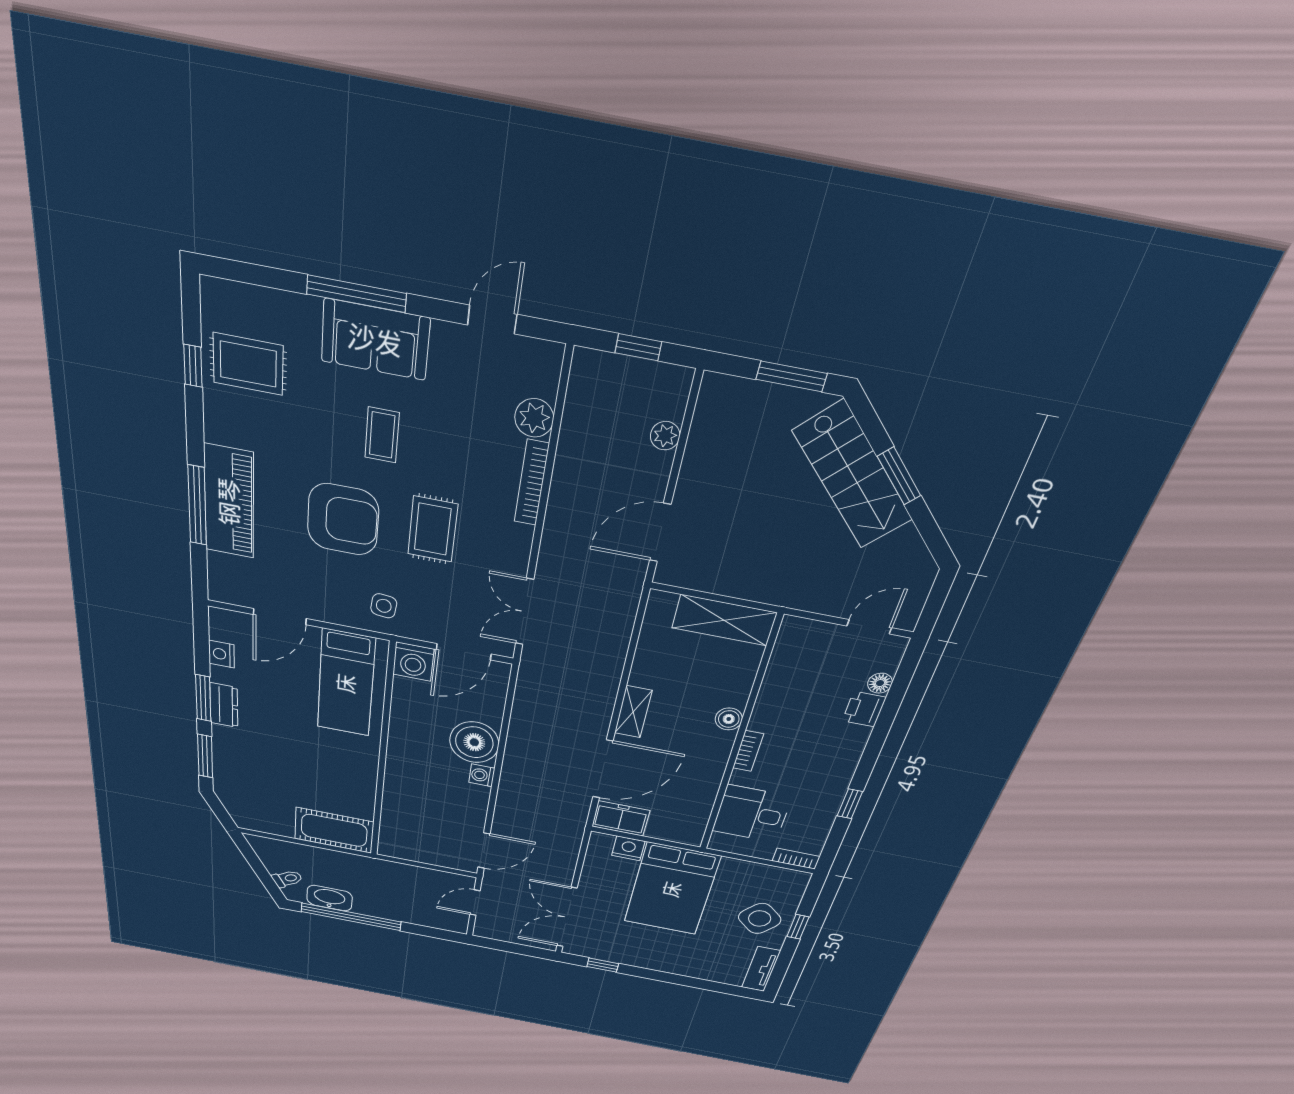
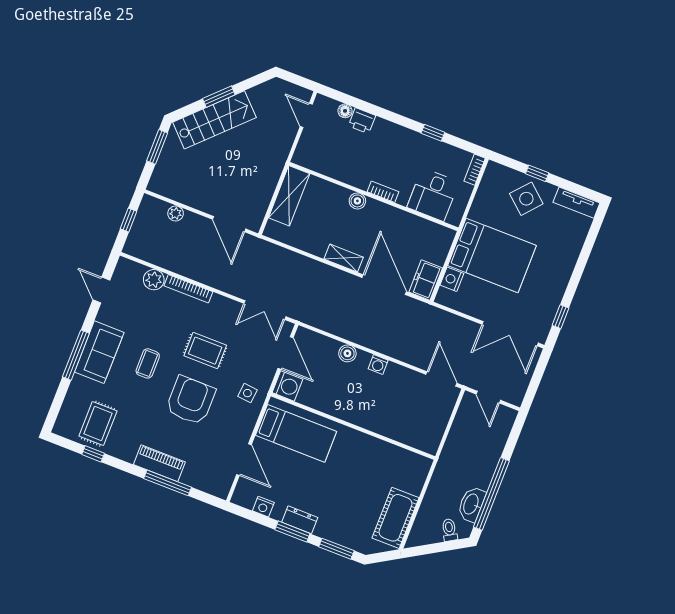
coffee table: (382, 435) -> (148, 363), turned 90
piano: (229, 502) -> (159, 463), width x0.73, depth x0.75
boiler: (474, 742) -> (347, 353), width x0.54, depth x0.54
cot: (334, 830) -> (395, 518), moved

